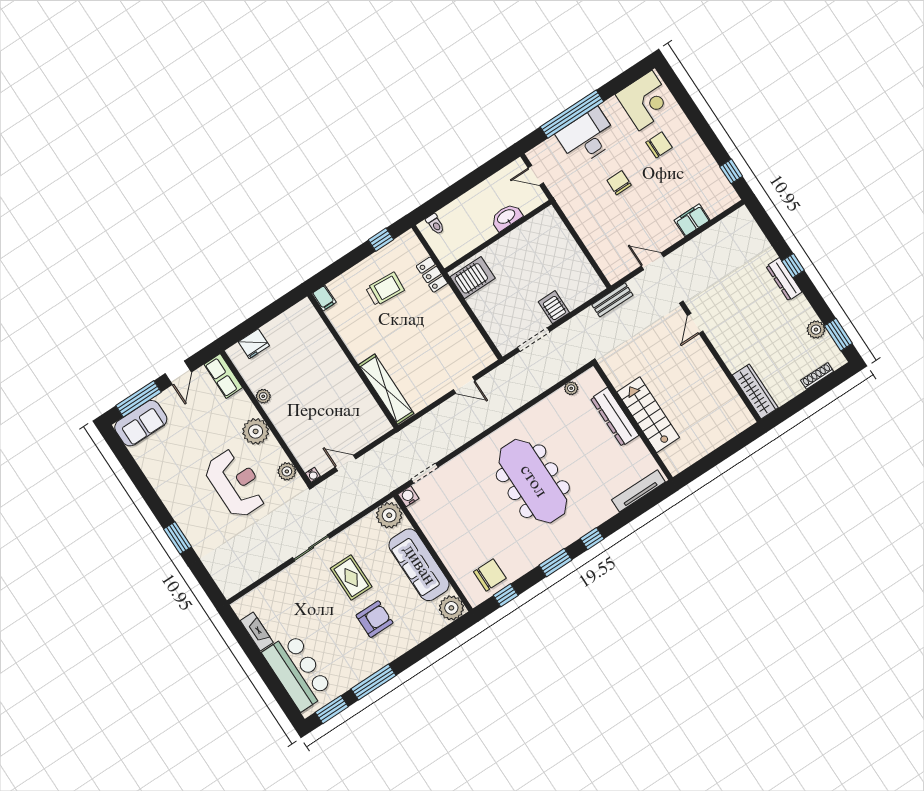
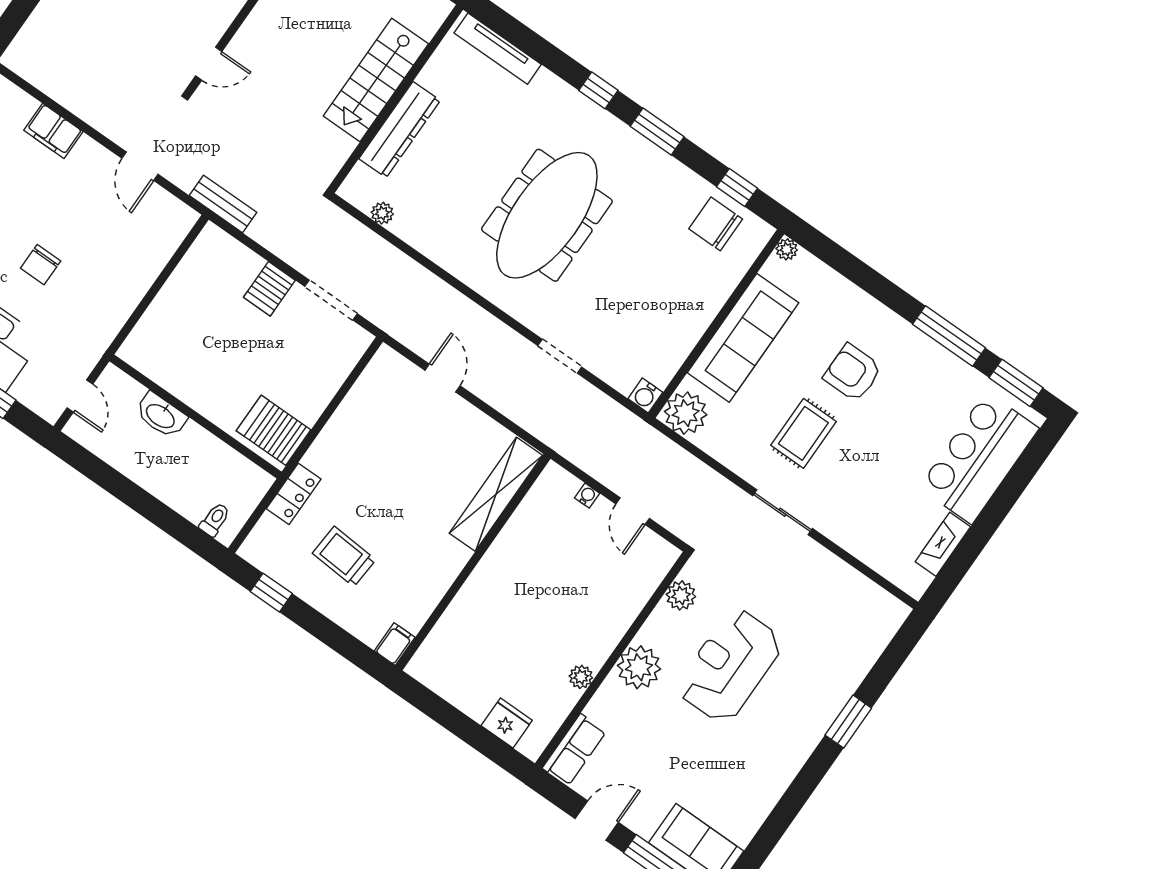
doorway: (425, 473) -> (560, 356), moved
water cooler: (313, 475) -> (587, 496), moved
plant: (451, 608) -> (787, 249), width x0.53, depth x0.53

